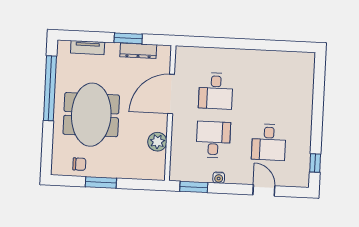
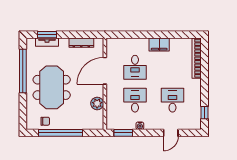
window: (128, 38) -> (47, 35), moved
filing cabinet: (253, 59) -> (159, 44), added
bookcase: (307, 82) -> (197, 58), added
desk: (269, 142) -> (172, 100), turned 180
window: (101, 182) -> (60, 133), width x2.11
door: (264, 190) -> (171, 133), swing flipped

